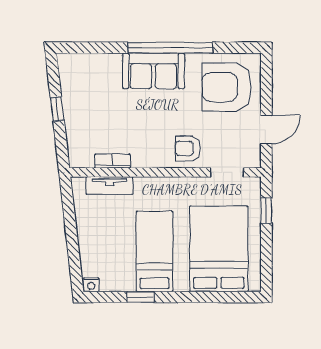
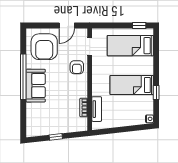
door: (266, 129) -> (67, 26), swing flipped
window: (266, 211) -> (139, 26), moved
bed: (219, 249) -> (130, 46), width x0.67

